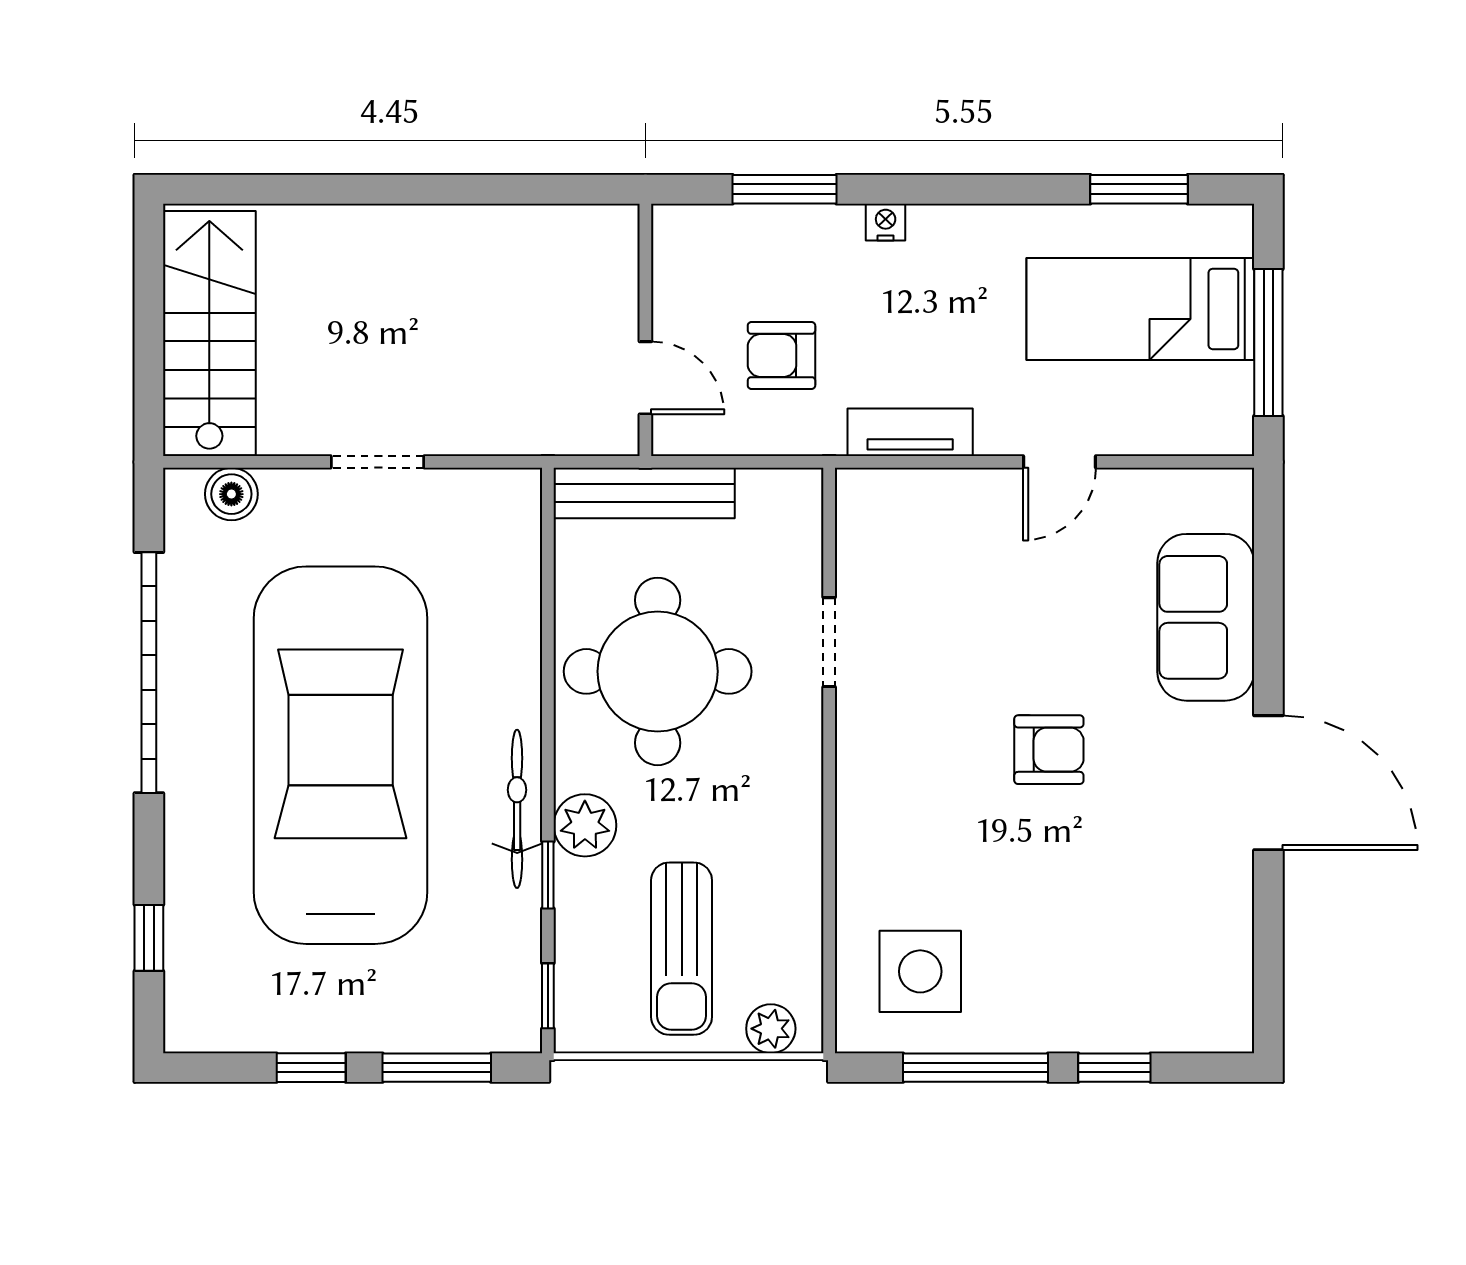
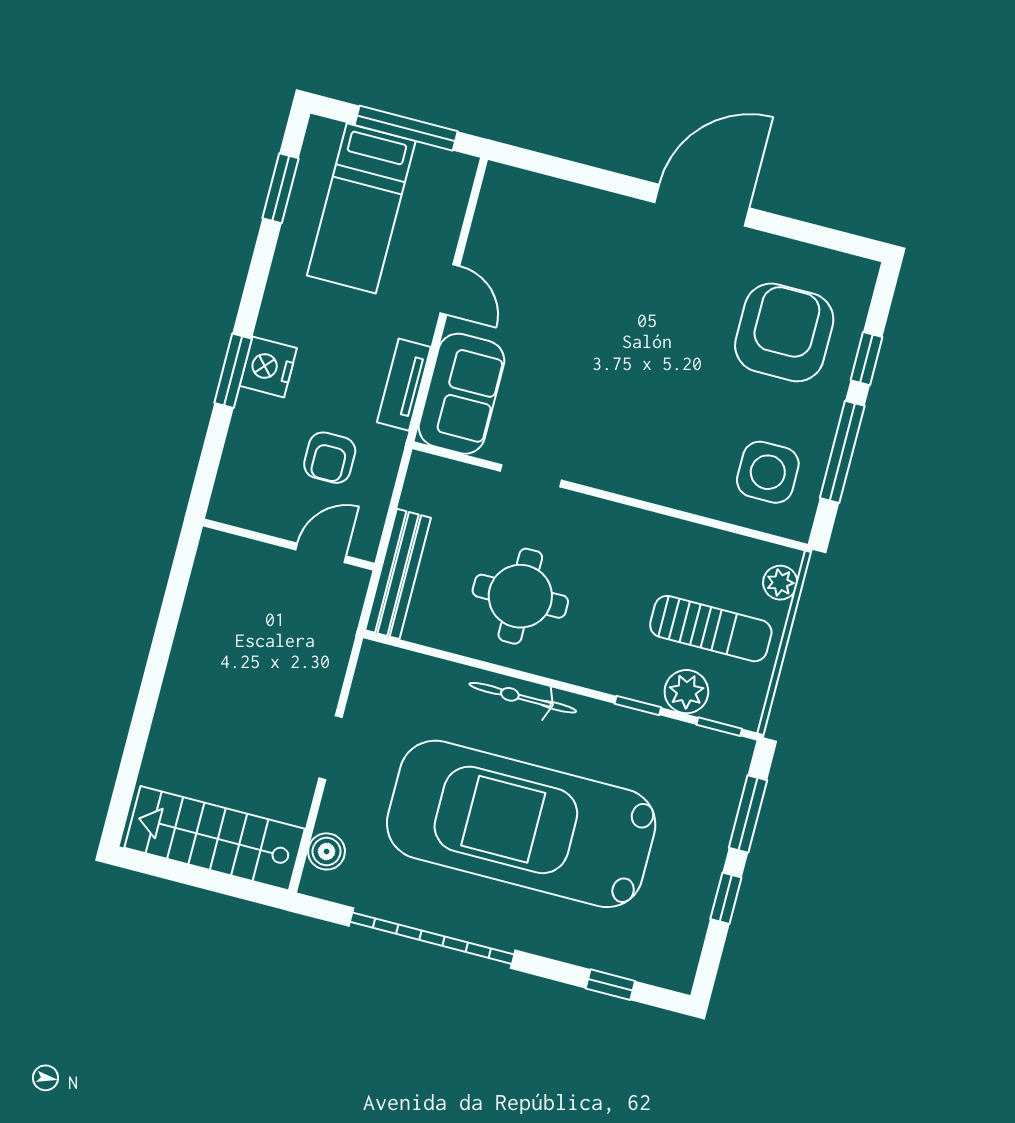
window: (784, 189) -> (233, 371), moved
nightstand: (886, 222) -> (268, 367), width x1.89, depth x1.79
sofa: (1206, 617) -> (462, 394), moved, turned -90
round table: (658, 671) -> (520, 596), width x0.73, depth x0.73
armchair: (1049, 750) -> (784, 332), moved, width x1.88, depth x1.88
bicycle: (517, 809) -> (523, 698), moved
plant: (585, 825) -> (686, 692), moved

